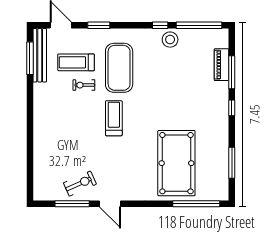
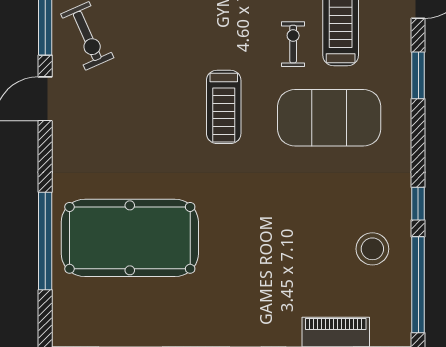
stool: (170, 40) -> (372, 249), moved
treadmill: (114, 118) -> (224, 107), turned 90
window: (196, 204) -> (45, 241), moved

